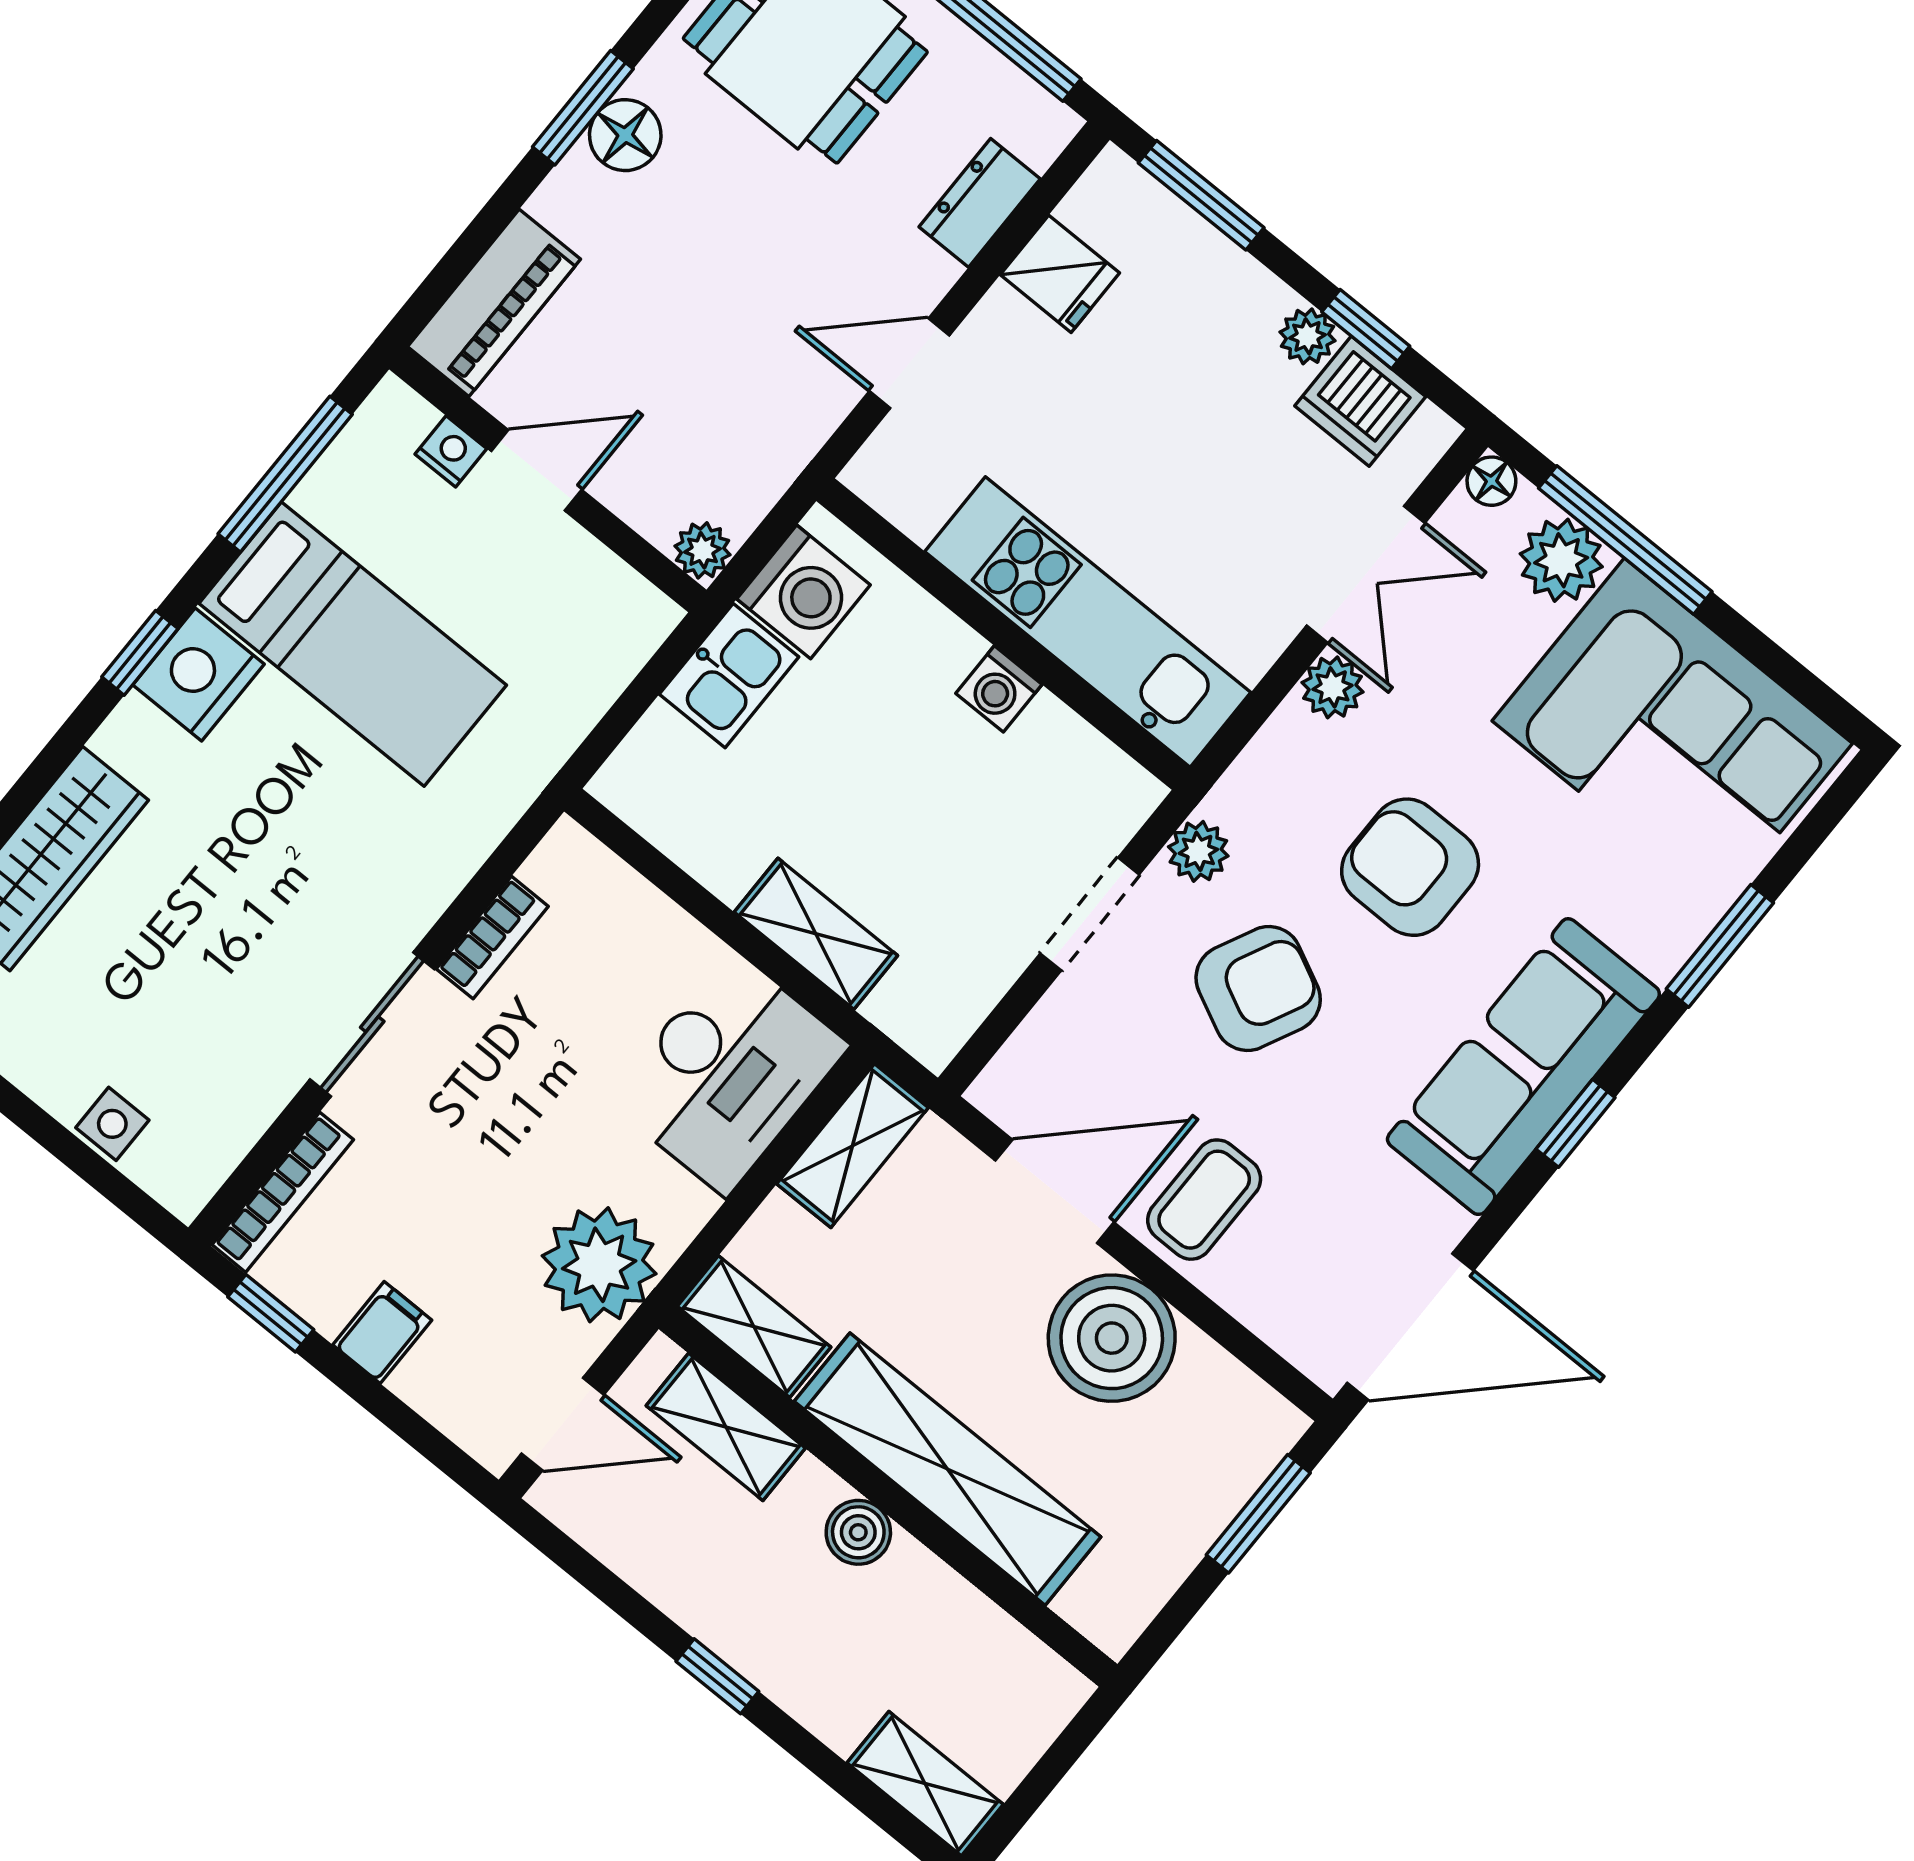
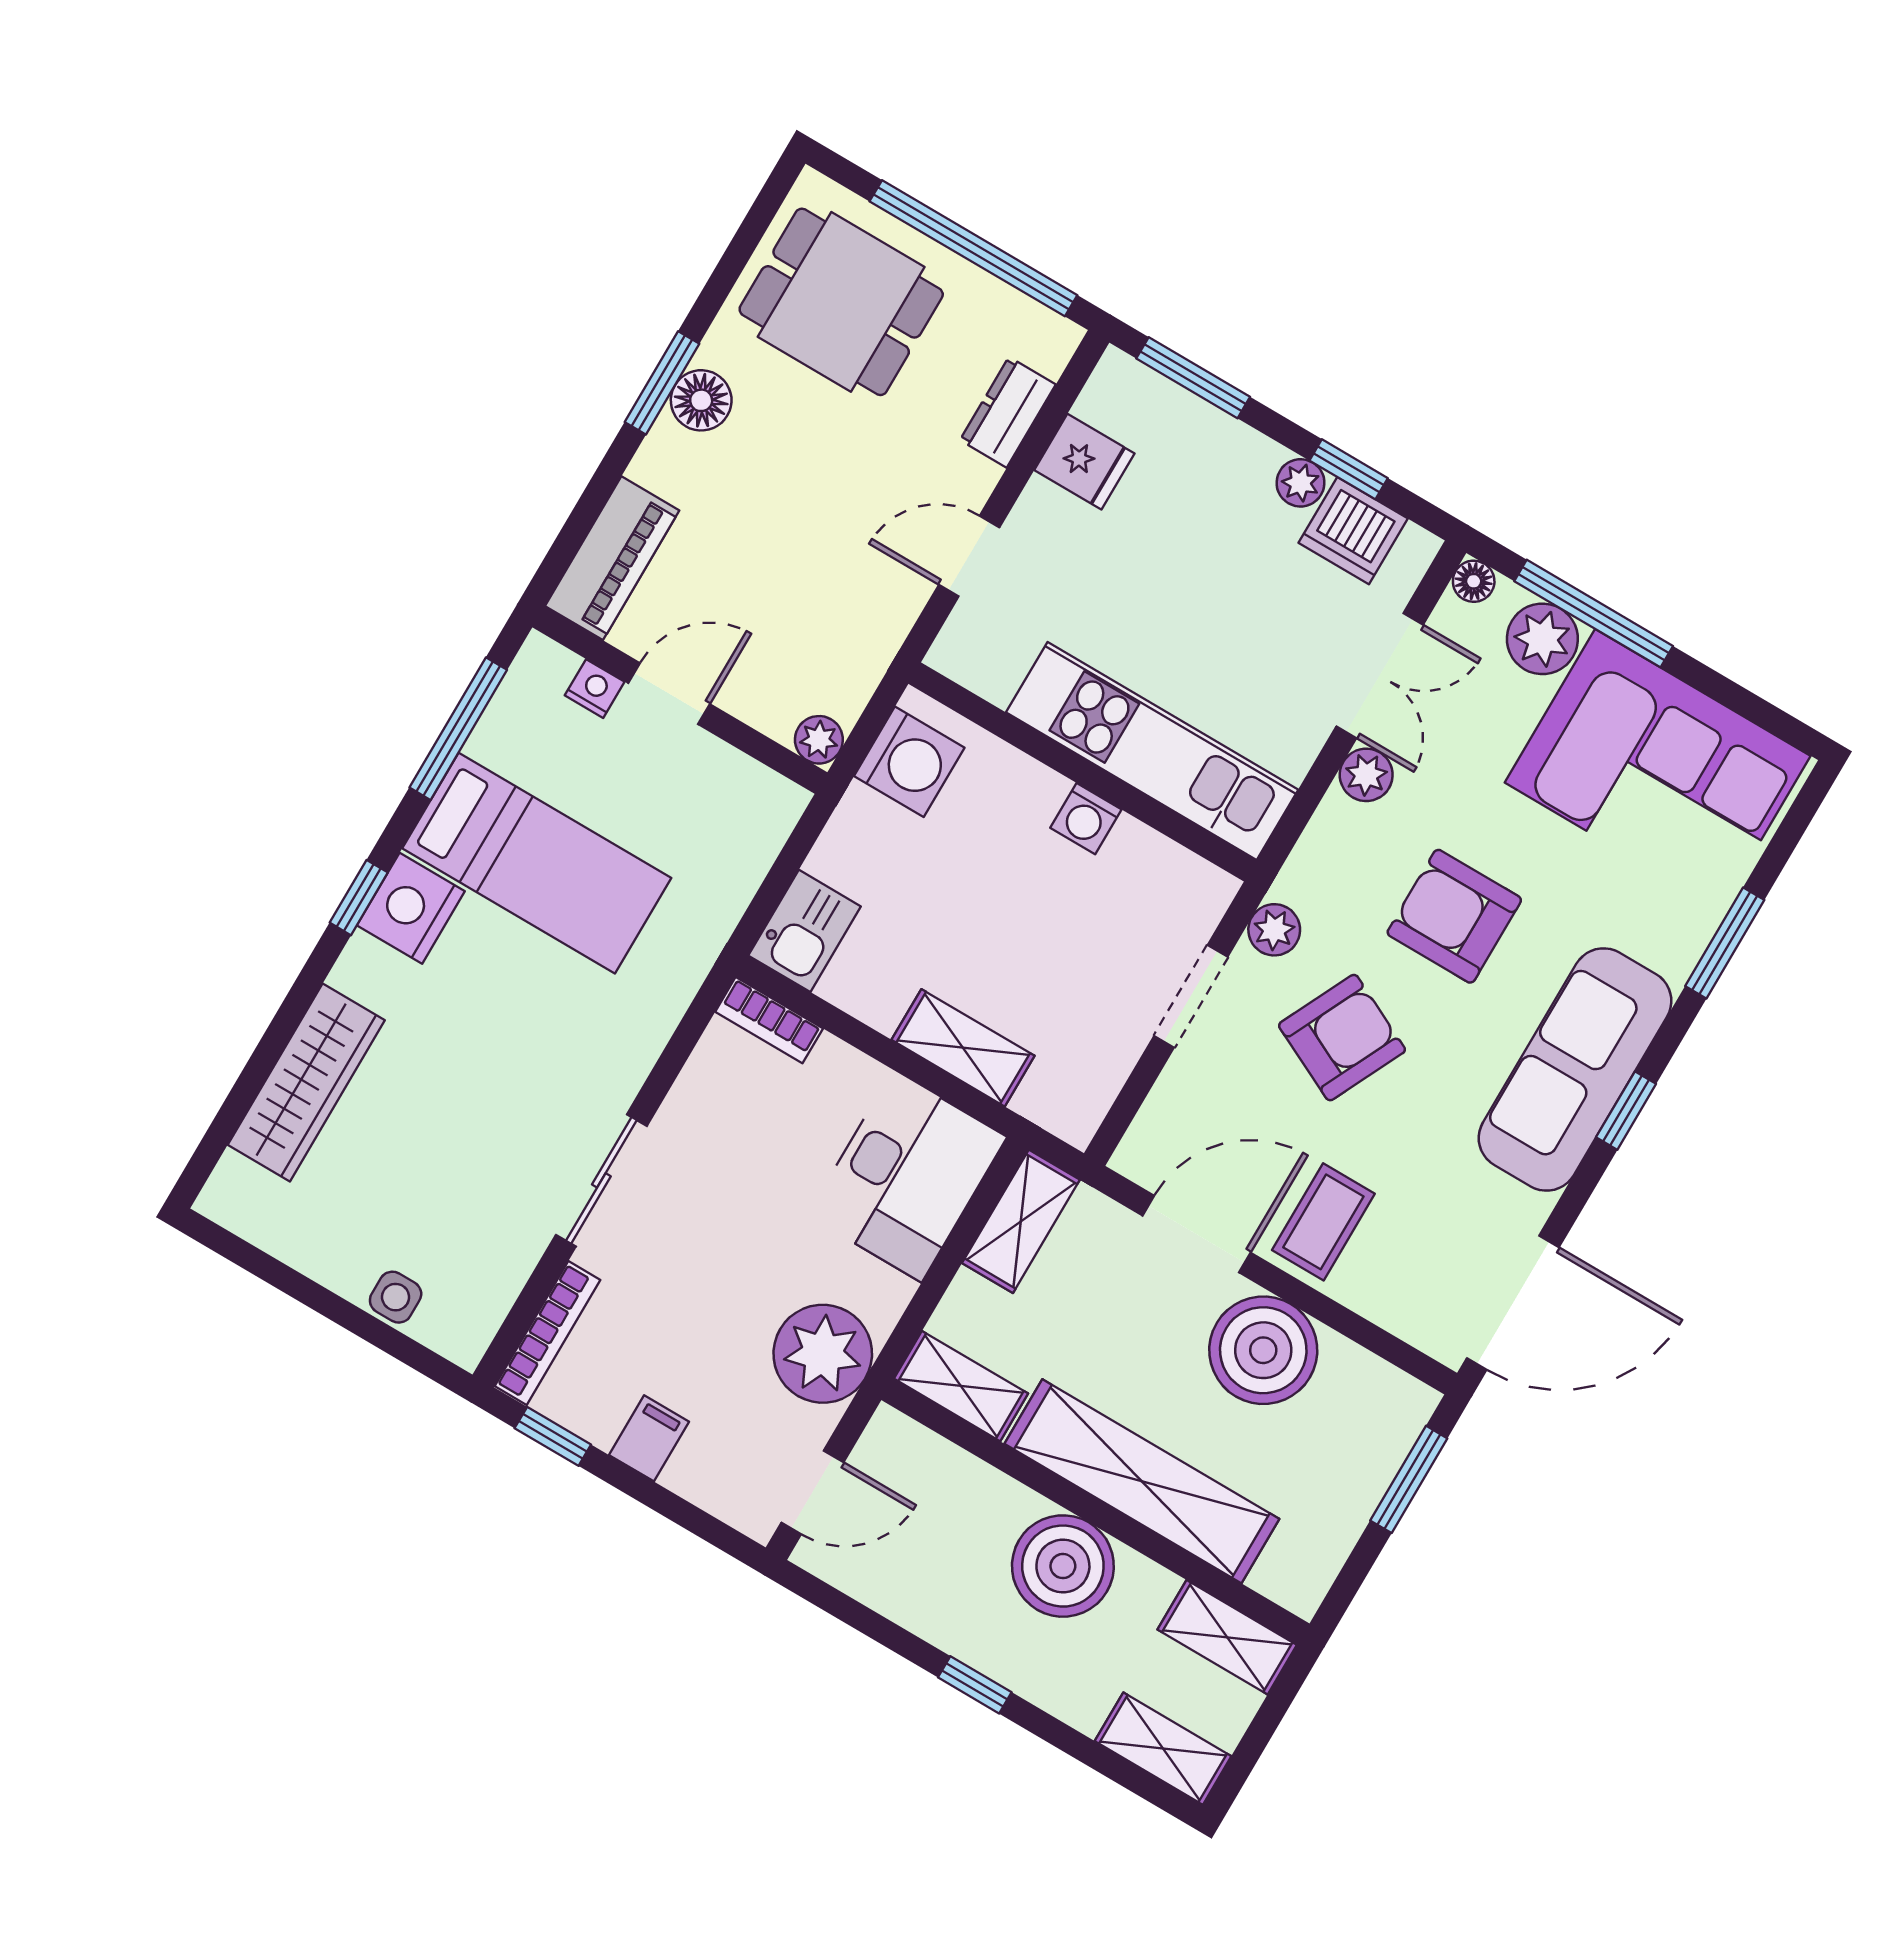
kitchen sink: (729, 676) -> (805, 931), moved
bookcase: (492, 938) -> (769, 1020), moved, turned 90
shelving: (726, 1427) -> (1227, 1637), moved
boiler: (858, 1532) -> (1063, 1566), width x1.86, depth x1.86

